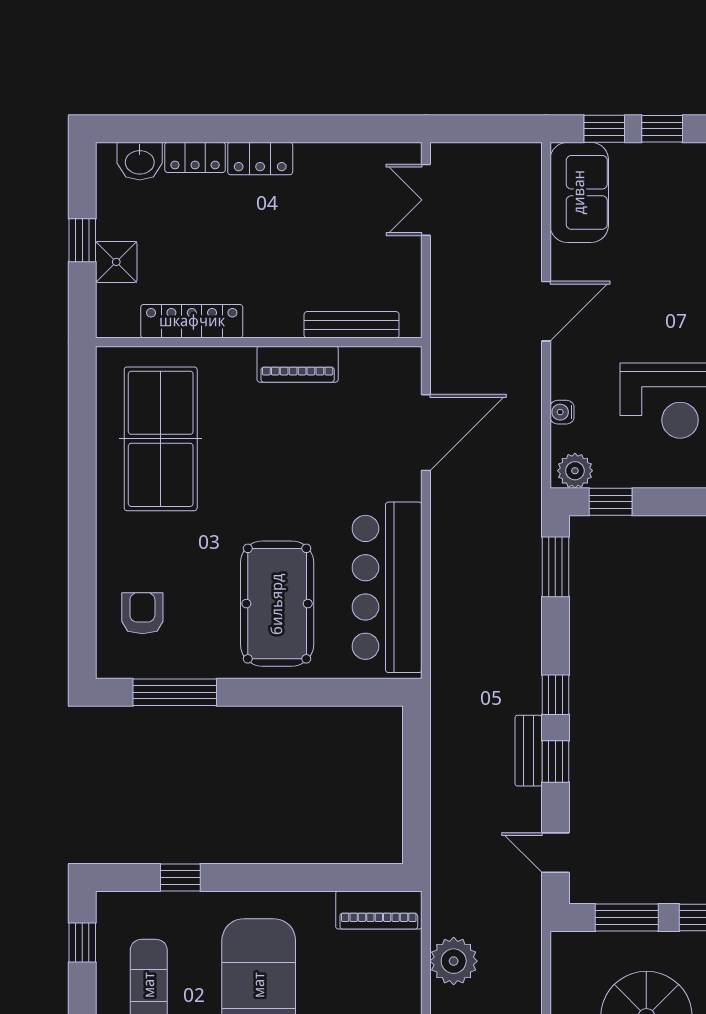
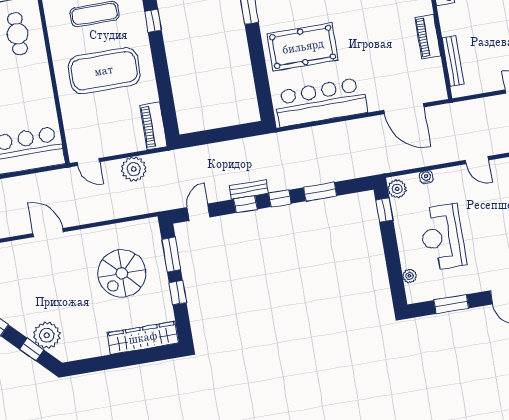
door: (546, 311) -> (477, 160), width x0.73
window: (555, 567) -> (320, 192), moved

